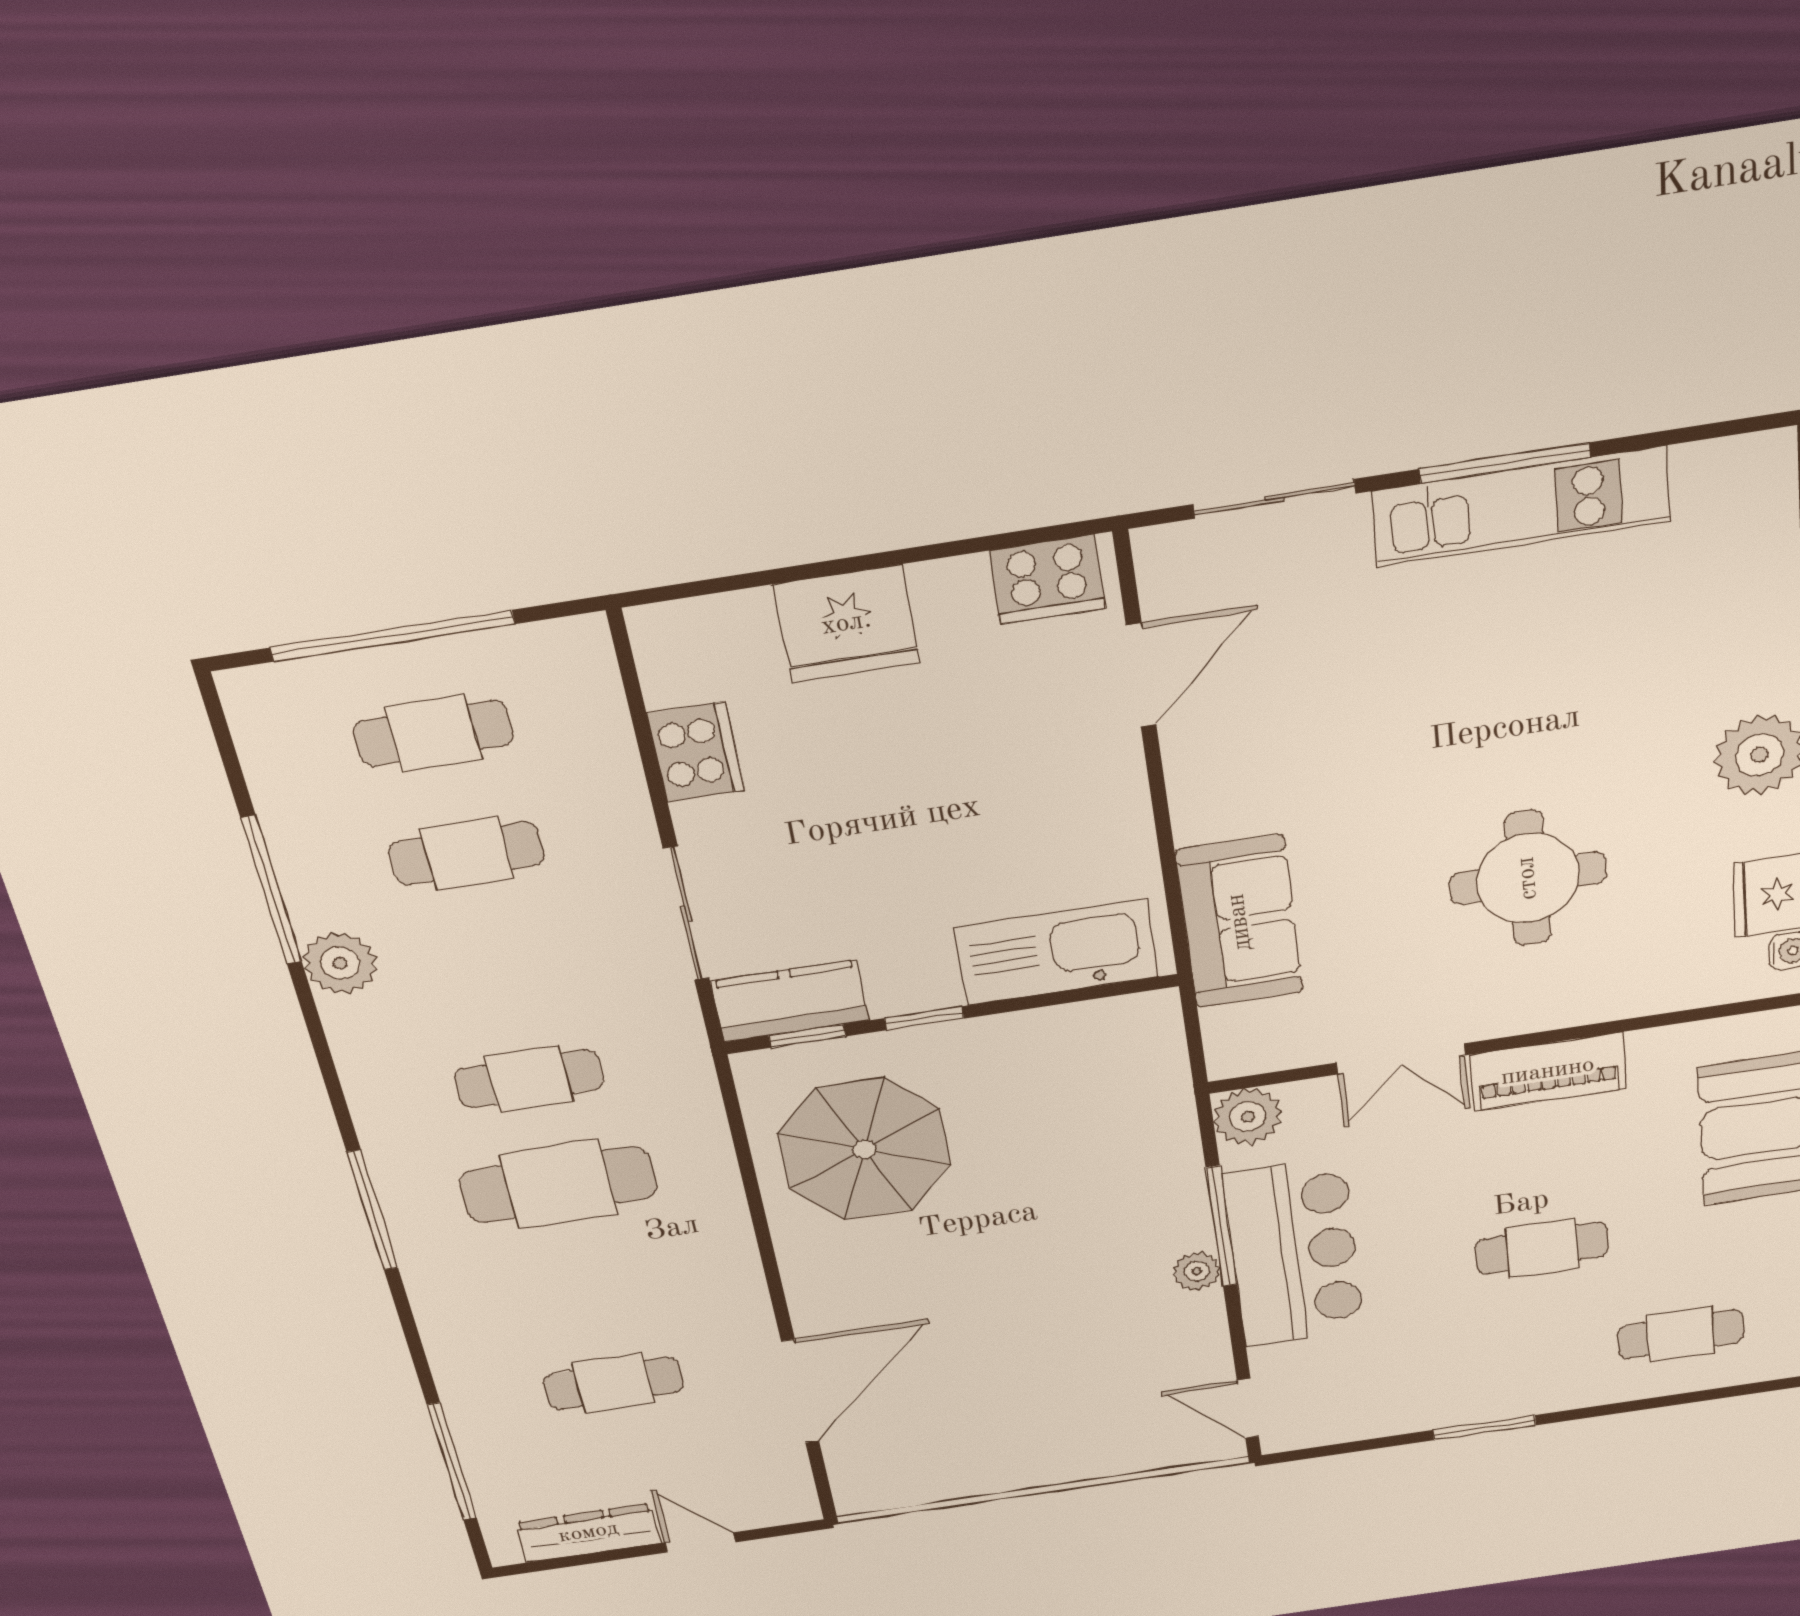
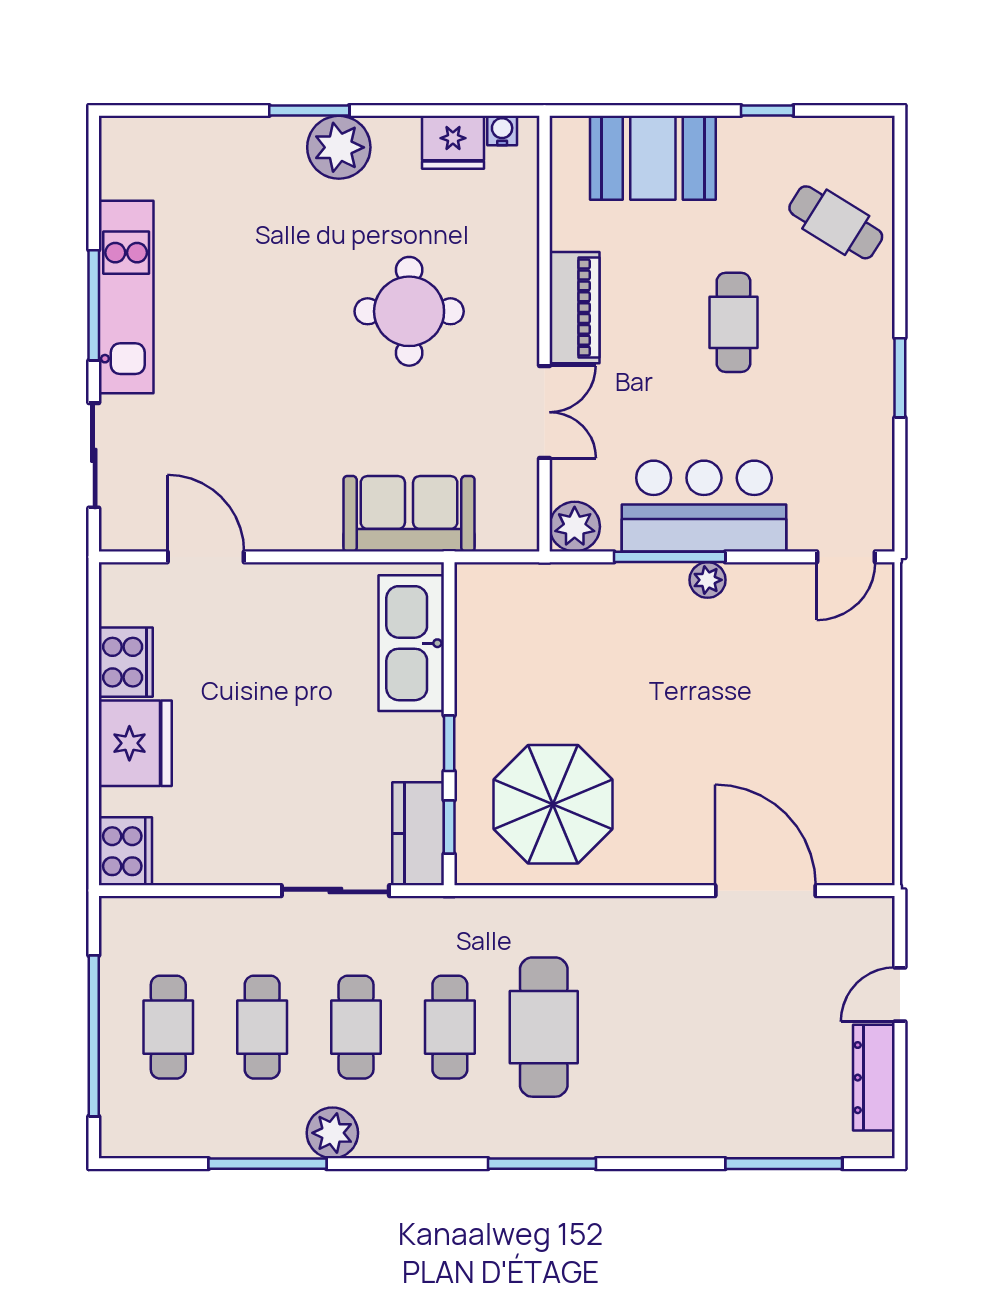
cooker: (1047, 579) -> (126, 662), moved
cooker: (696, 752) -> (125, 851), moved, turned 90
cafe table: (1681, 1334) -> (836, 222), turned -58
cafe table: (613, 1383) -> (356, 1027), moved

